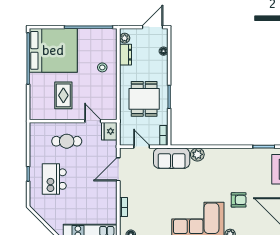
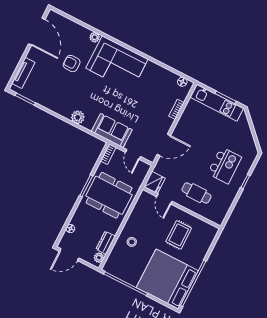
dining table: (144, 99) -> (109, 195), width x1.38
plant: (197, 154) -> (78, 117), moved

